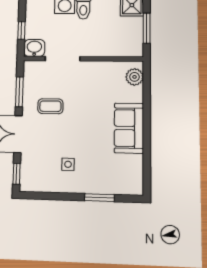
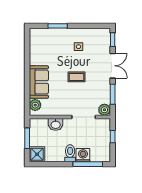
washbasin: (34, 48) -> (56, 124), moved
plant: (32, 69) -> (104, 110), added
coffee table: (50, 106) -> (76, 77), moved
sofa: (129, 128) -> (39, 82), moved

